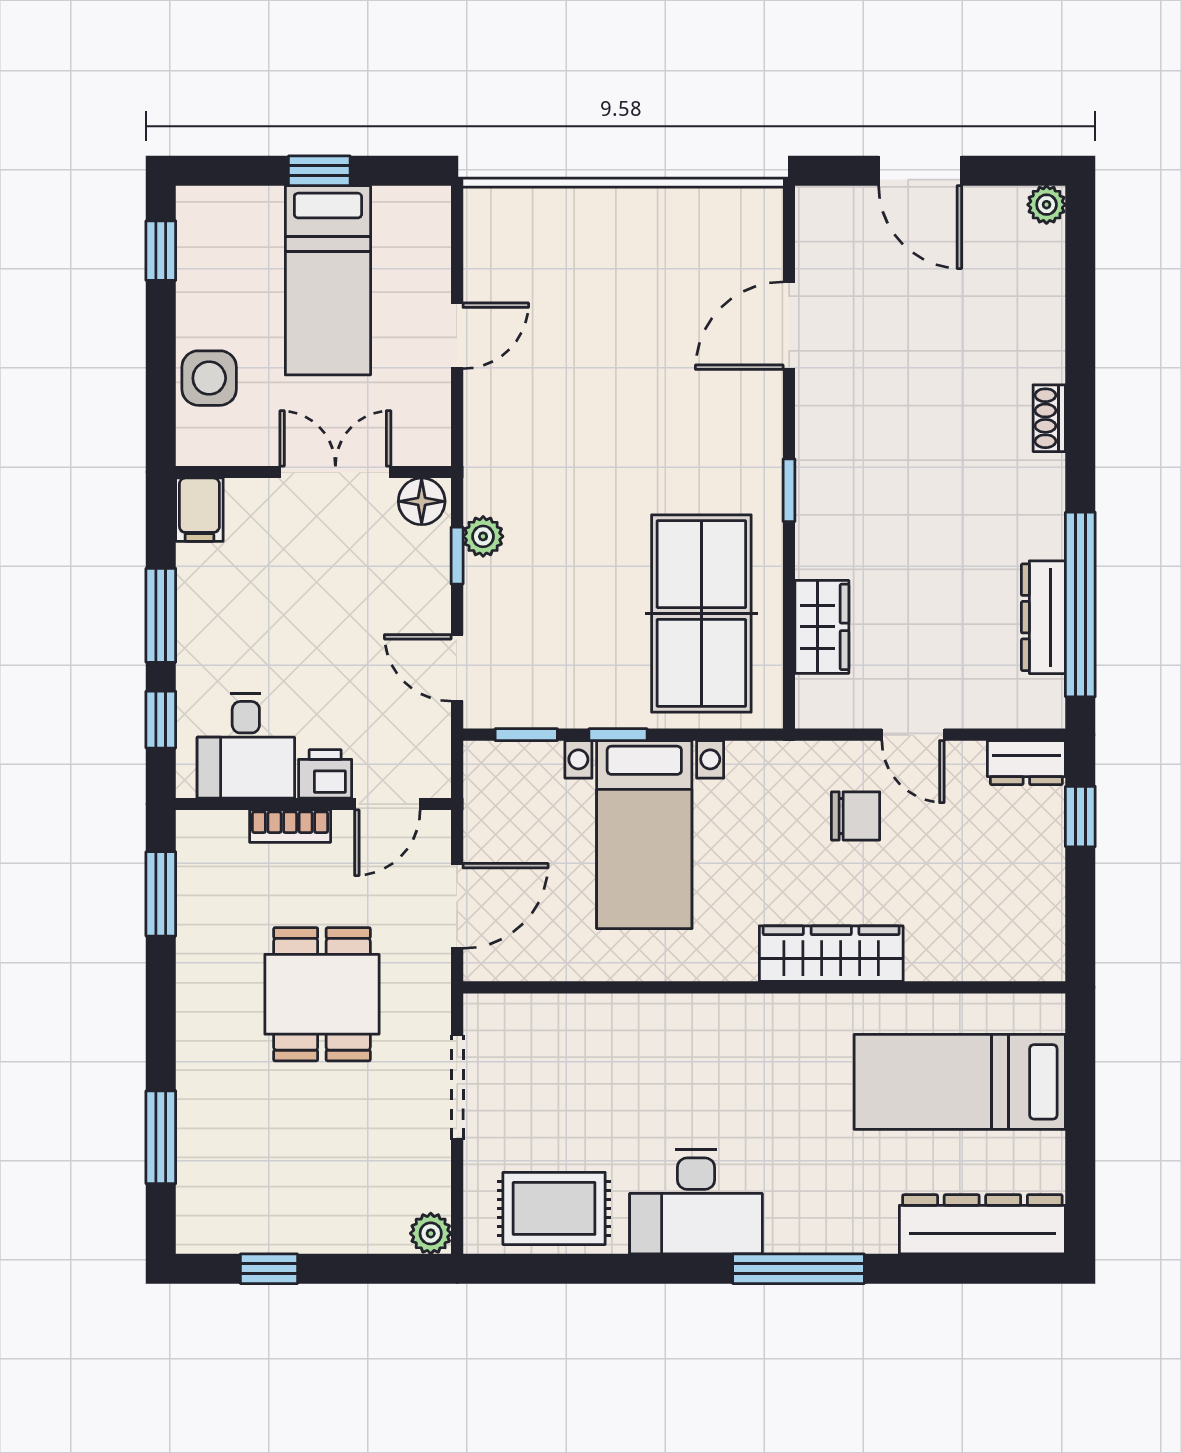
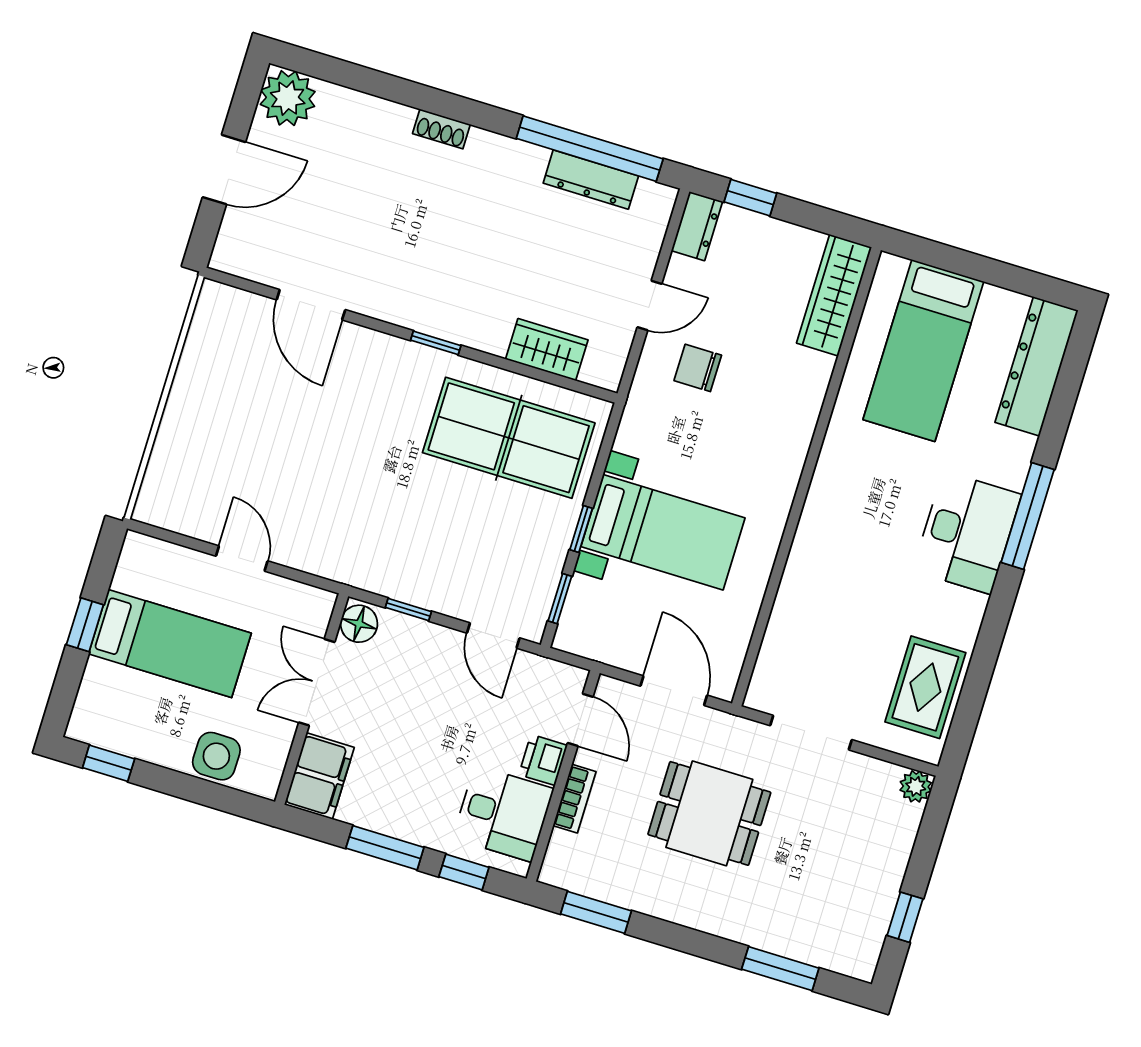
plant: (1047, 205) -> (288, 98), width x1.88, depth x1.88
filing cabinet: (199, 510) -> (319, 776), width x2.00
plant: (483, 536) -> (400, 585), removed
door: (457, 668) -> (493, 635), hinge flipped
chair: (856, 816) -> (698, 368), turned -90
wardrobe: (831, 954) -> (834, 295), moved
desk: (696, 1202) -> (967, 532), moved

